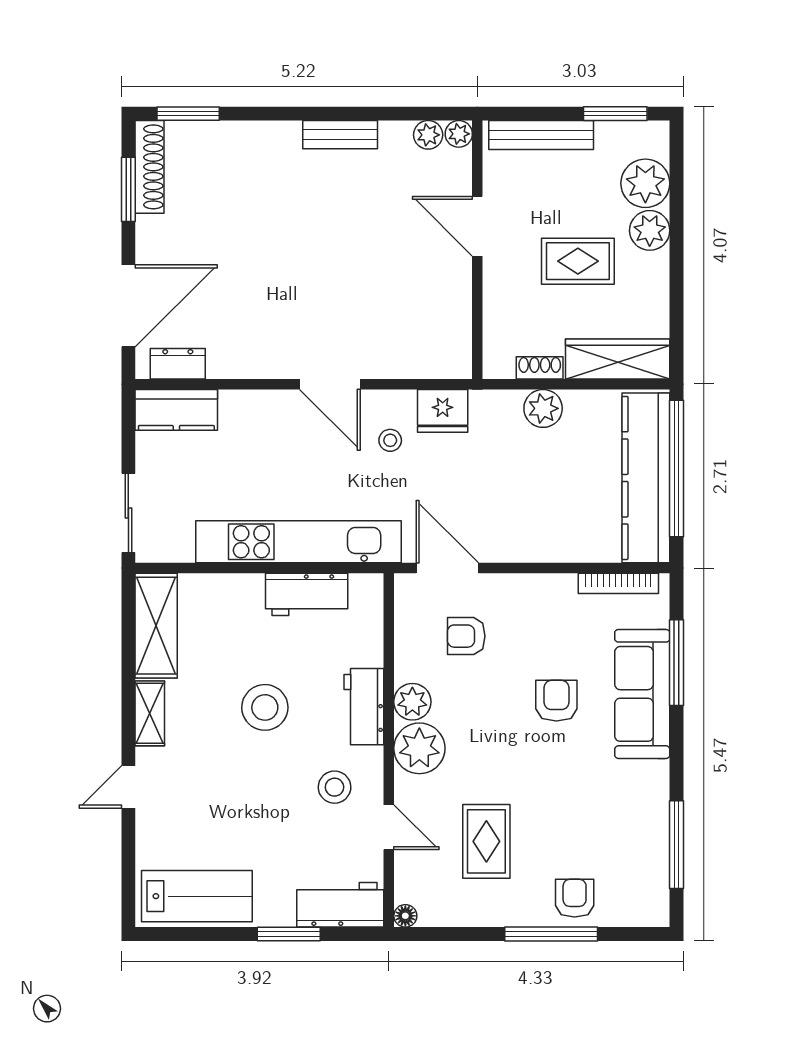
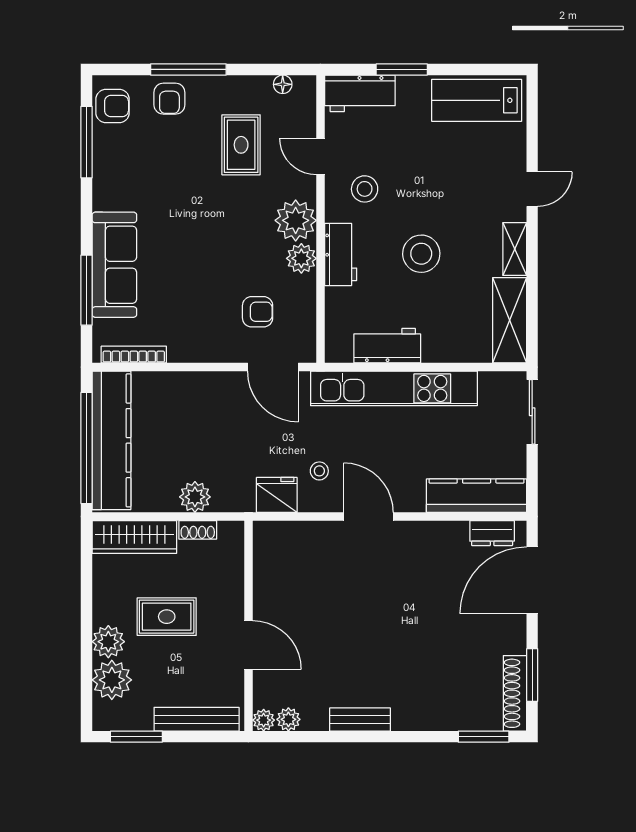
kitchen counter: (176, 410) -> (477, 496), width x1.50
armchair: (556, 701) -> (113, 106), moved, turned -90
floor lamp: (405, 916) -> (283, 84), moved

